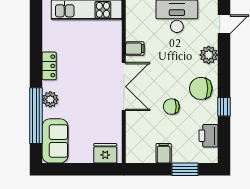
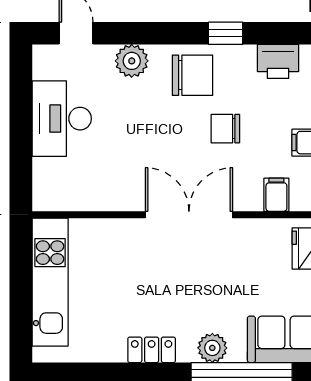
filing cabinet: (135, 49) -> (276, 195), moved
chair: (201, 88) -> (192, 75), turned -90
chair: (171, 107) -> (225, 129), turned 90

